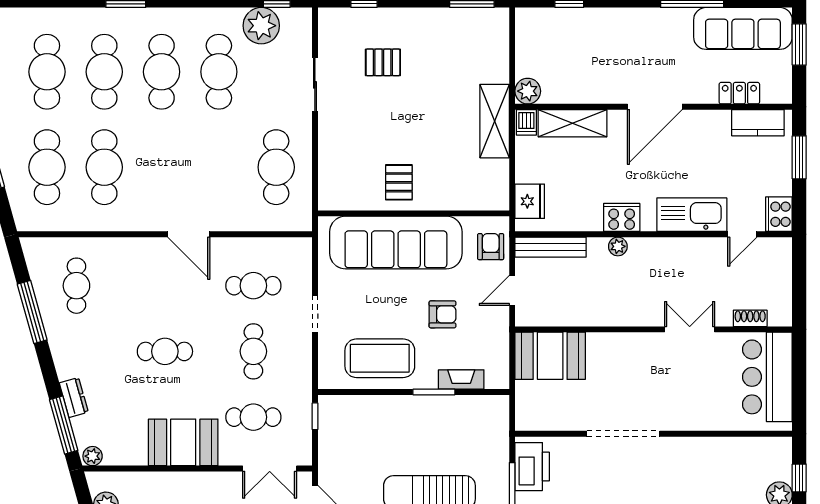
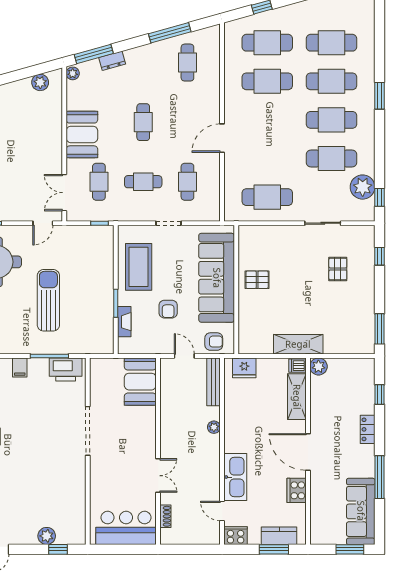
locker: (739, 93) -> (368, 429), moved, turned 180
kitchen counter: (758, 123) -> (279, 536), moved, turned 90
cooker: (622, 217) -> (297, 490), moved, turned 180
cafe table: (76, 286) -> (187, 63), turned 90

